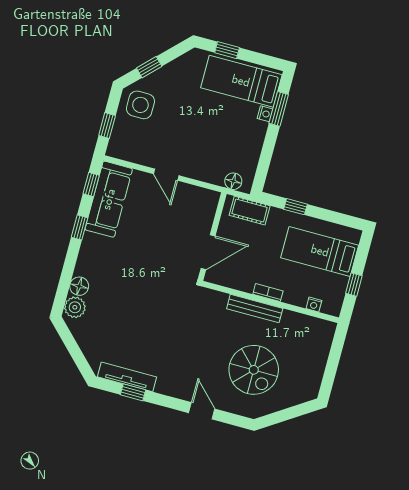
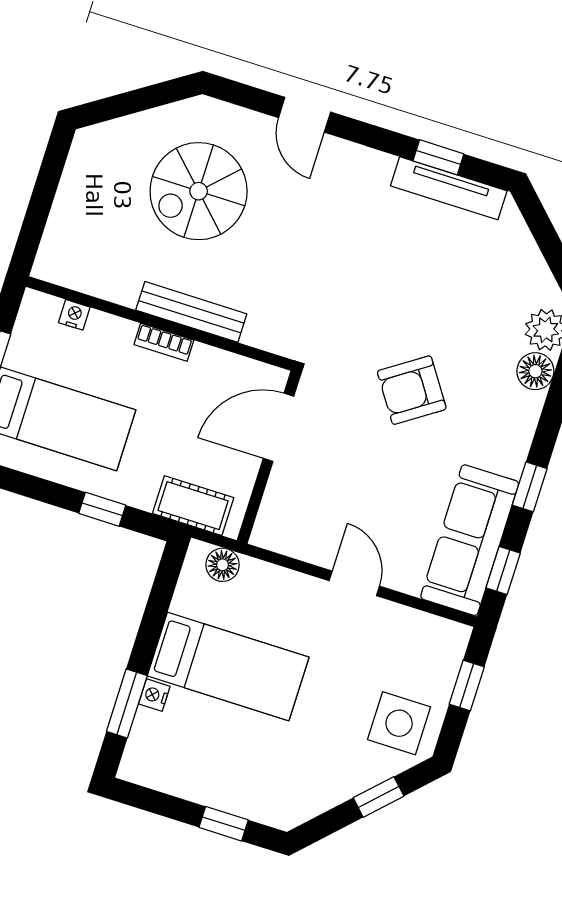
bed: (241, 81) -> (228, 666), moved
armchair: (141, 274) -> (412, 390), added
spiral stairs: (254, 370) -> (199, 191), turned -90

